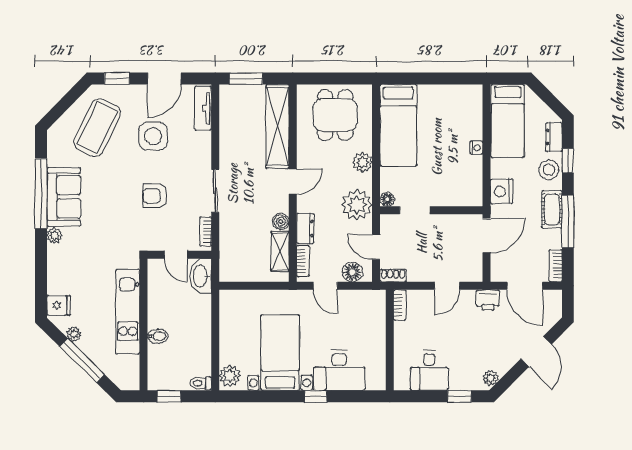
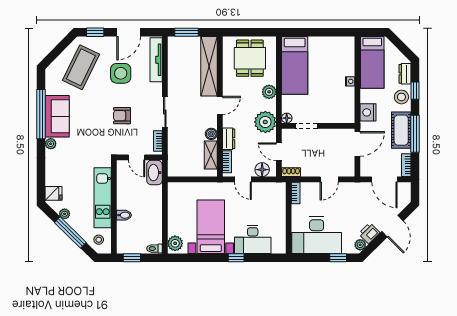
tv unit: (203, 108) -> (156, 60), width x1.41
cot: (552, 209) -> (401, 130), width x1.37, depth x1.34
printer: (488, 300) -> (369, 233), moved, turned 135
desk: (429, 370) -> (317, 235), width x1.87, depth x1.30
stool: (122, 371) -> (99, 240), added

